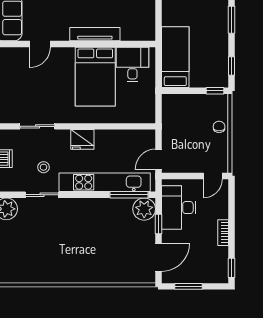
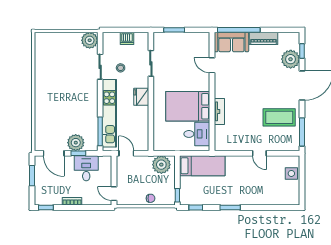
tv unit: (95, 34) -> (219, 111), width x0.71
plant: (174, 112) -> (161, 165), added
desk: (179, 208) -> (86, 168), width x0.73
plant: (144, 209) -> (76, 143), moved

